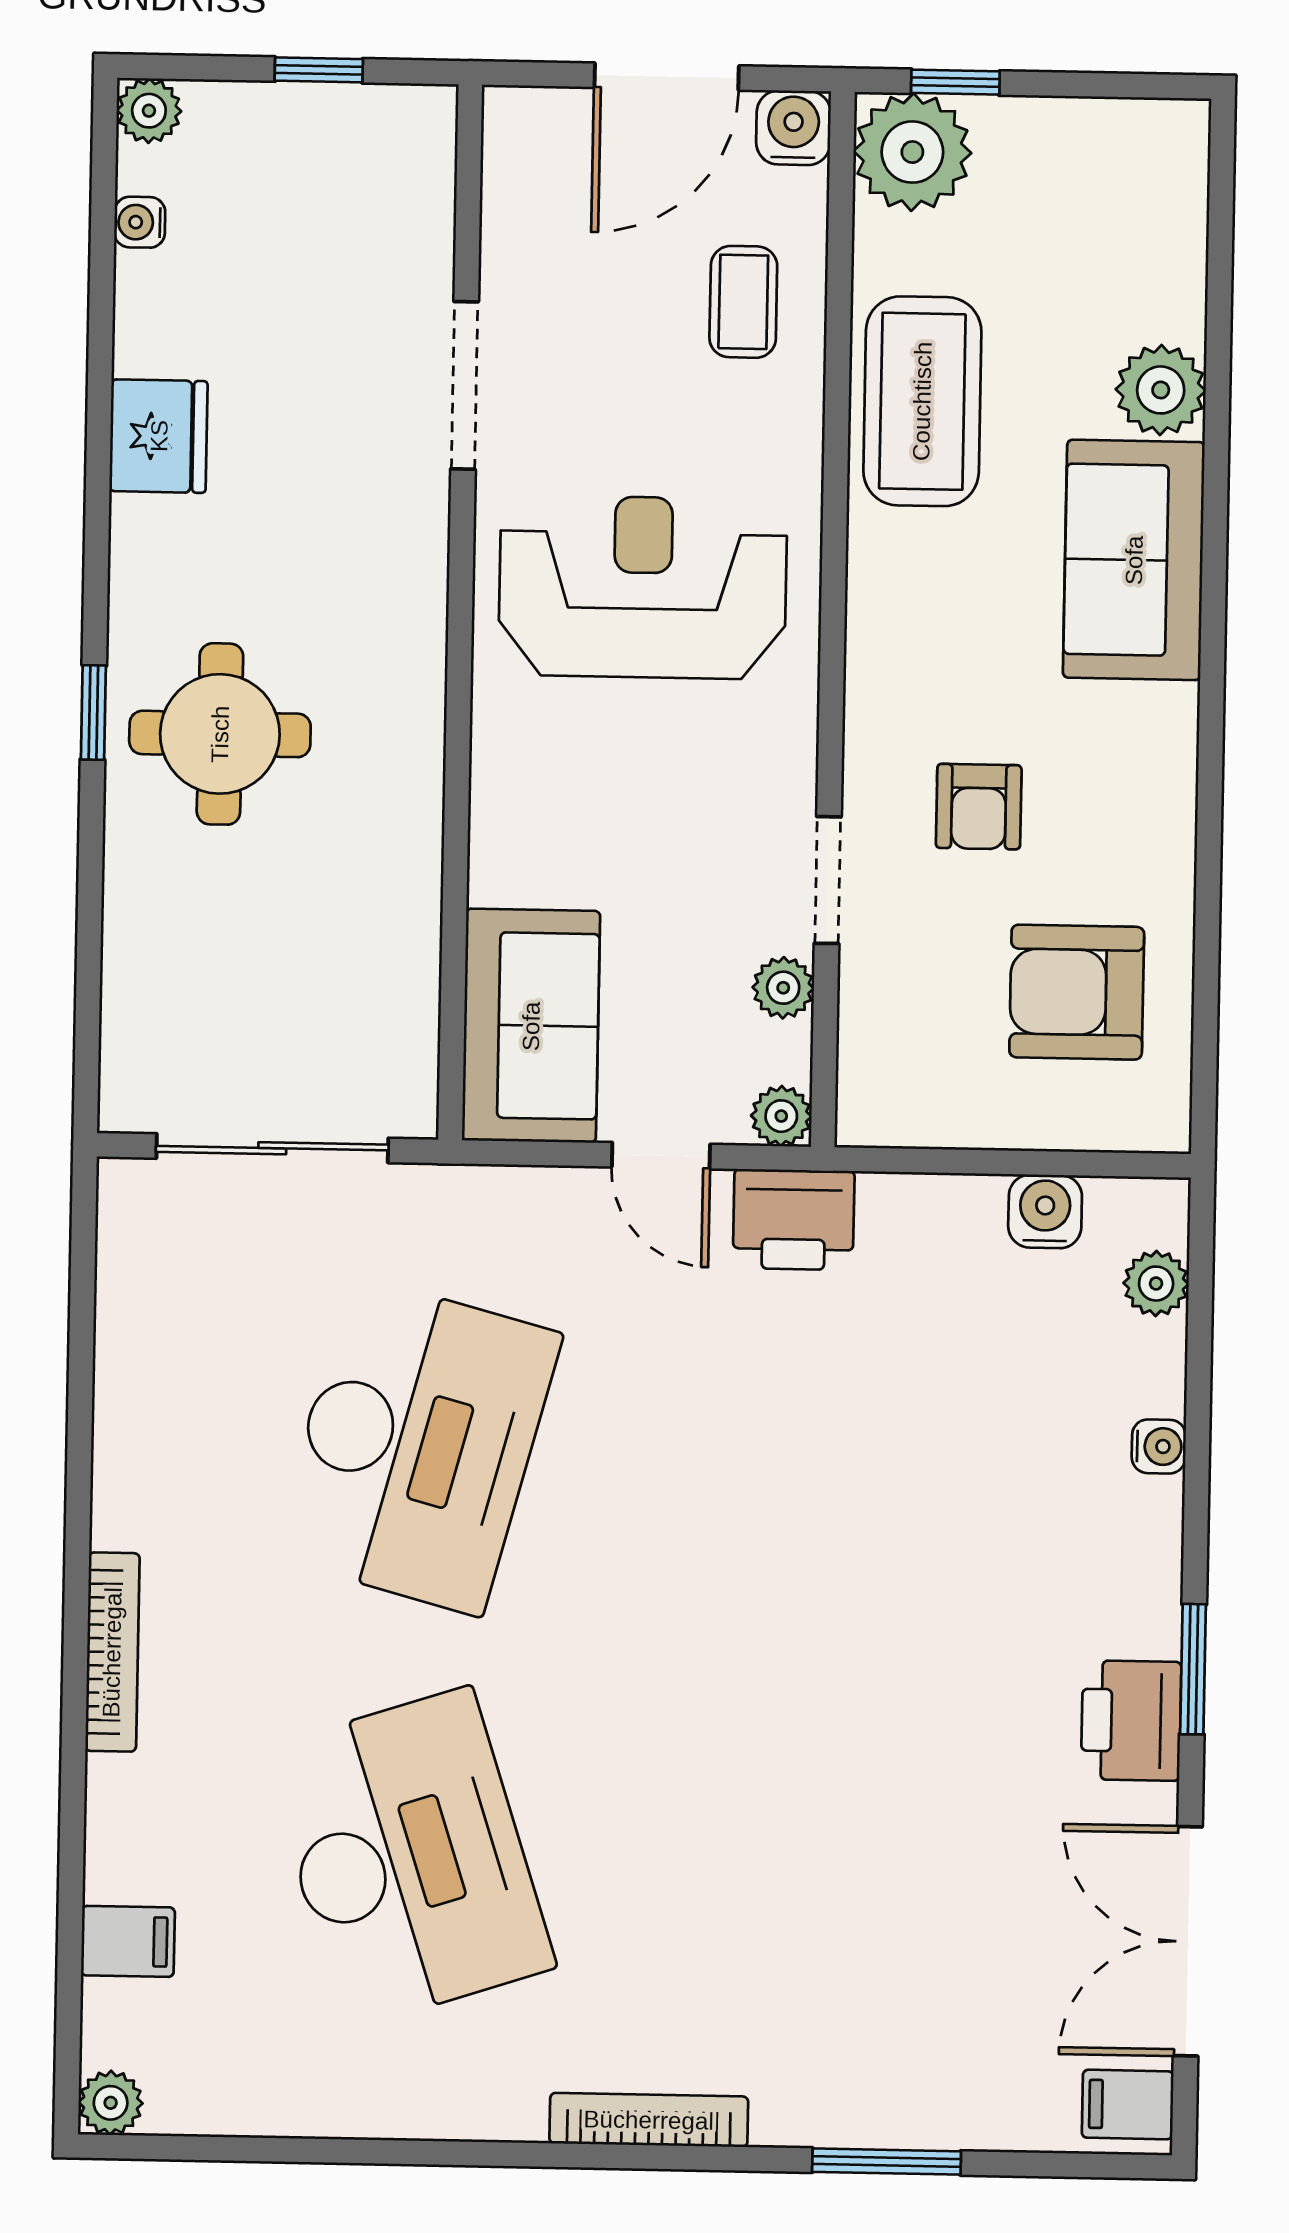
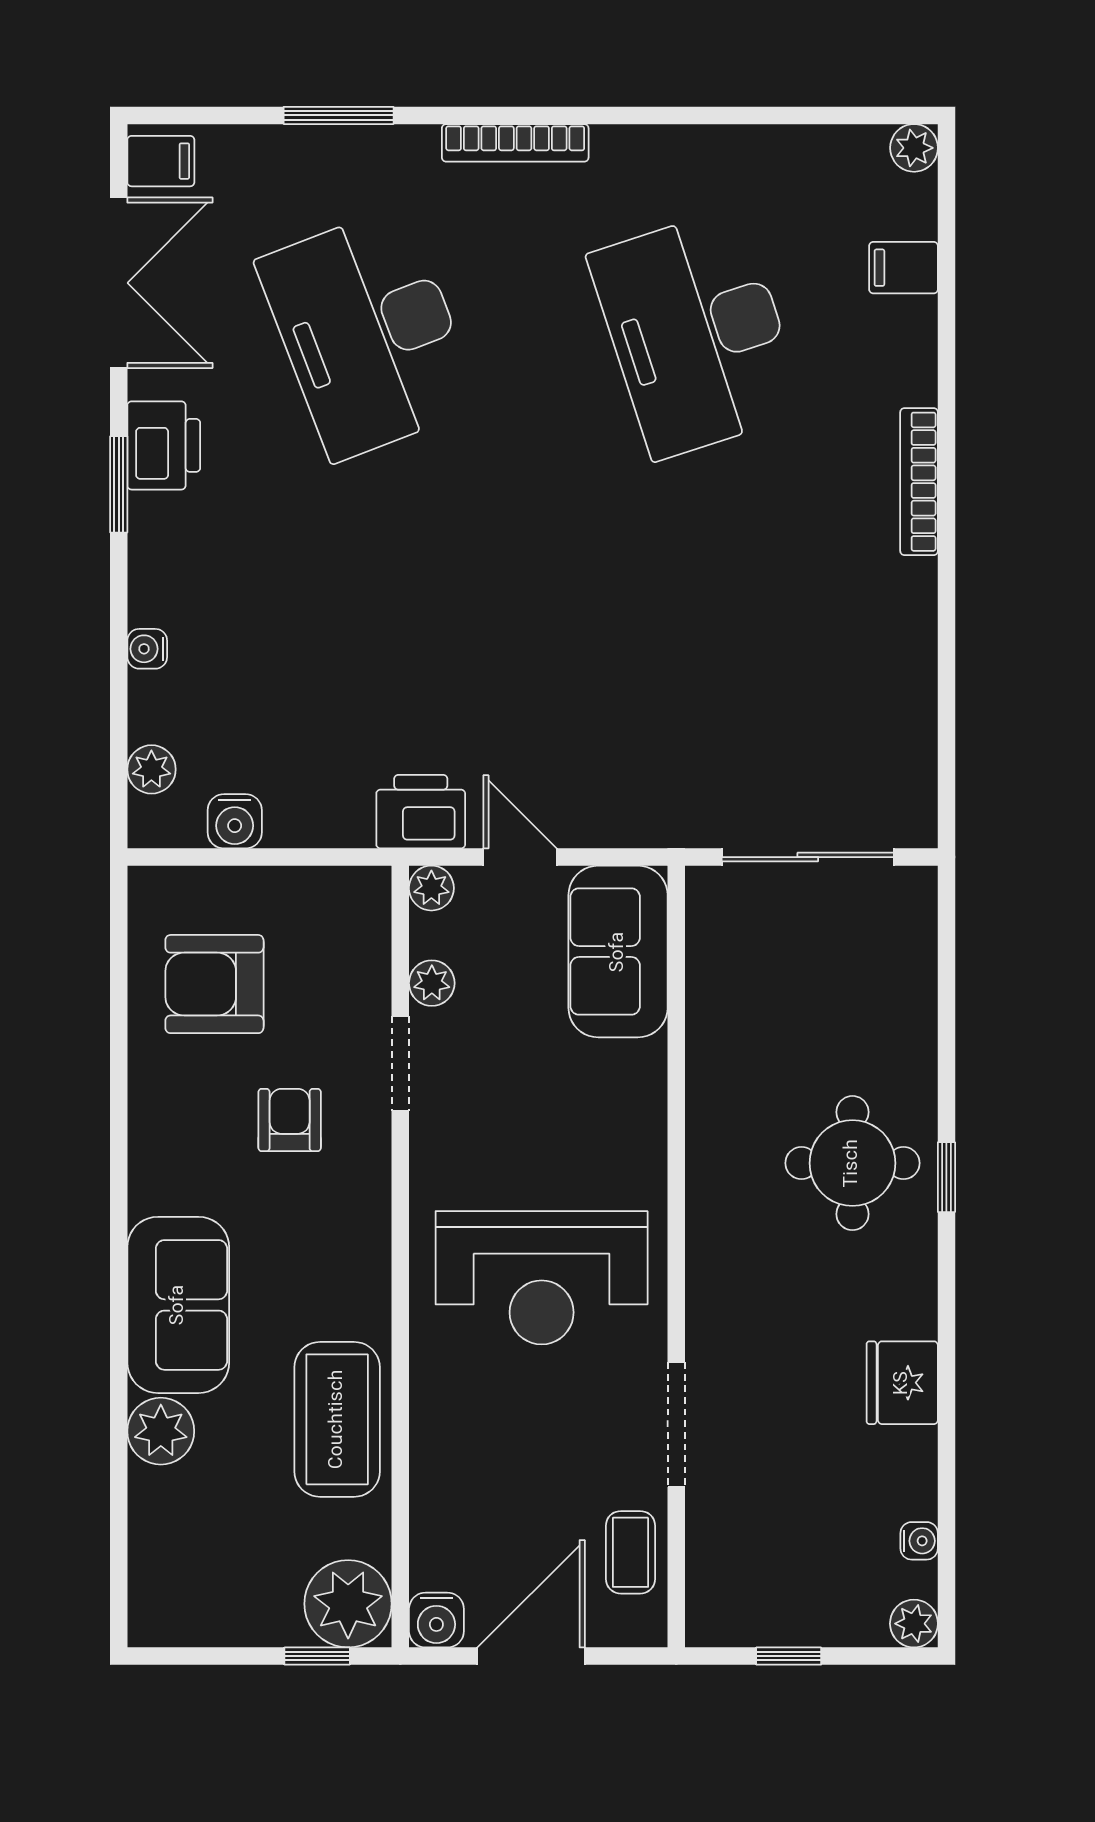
coffee table: (743, 302) -> (631, 1552), moved
armchair: (1077, 992) -> (214, 984), turned 180
desk: (417, 1445) -> (368, 333), moved, turned -36

